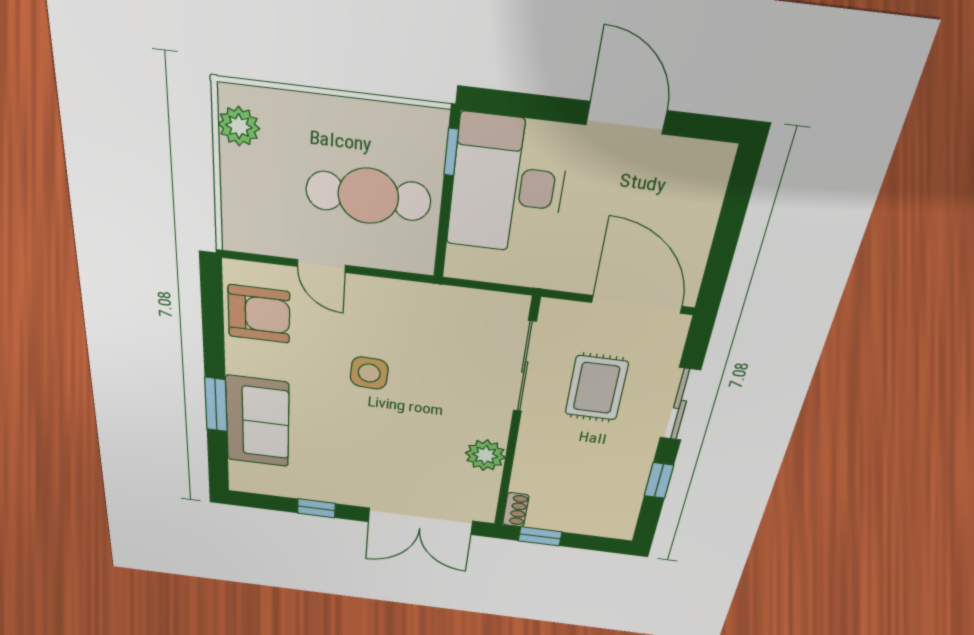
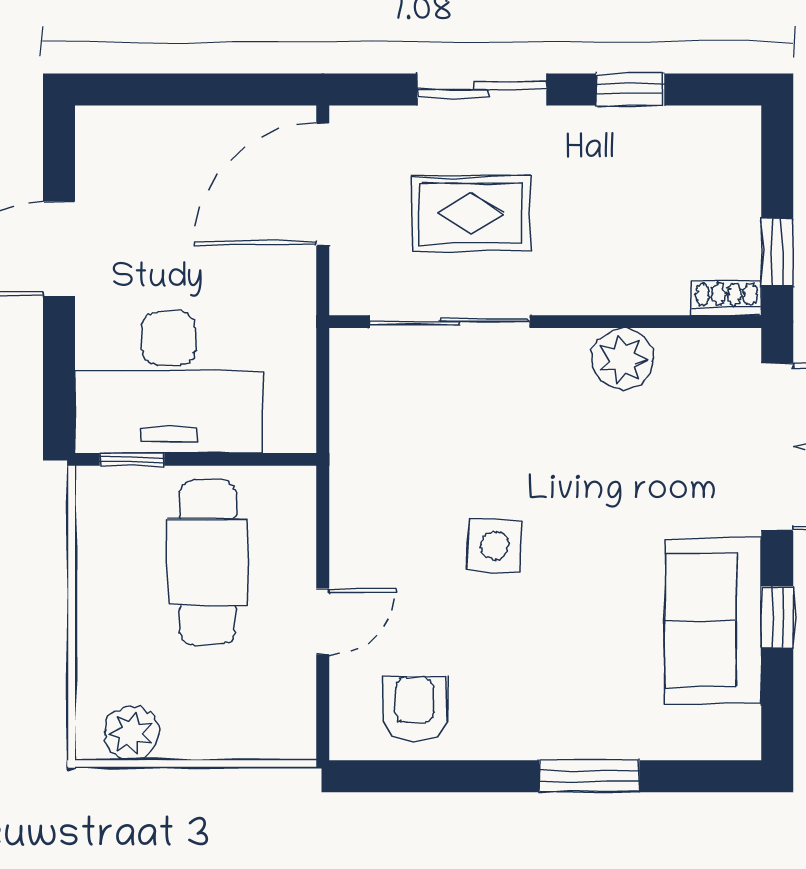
armchair: (259, 314) -> (415, 709), width x0.72, depth x0.72
sofa: (258, 422) -> (713, 621), moved, turned -90

